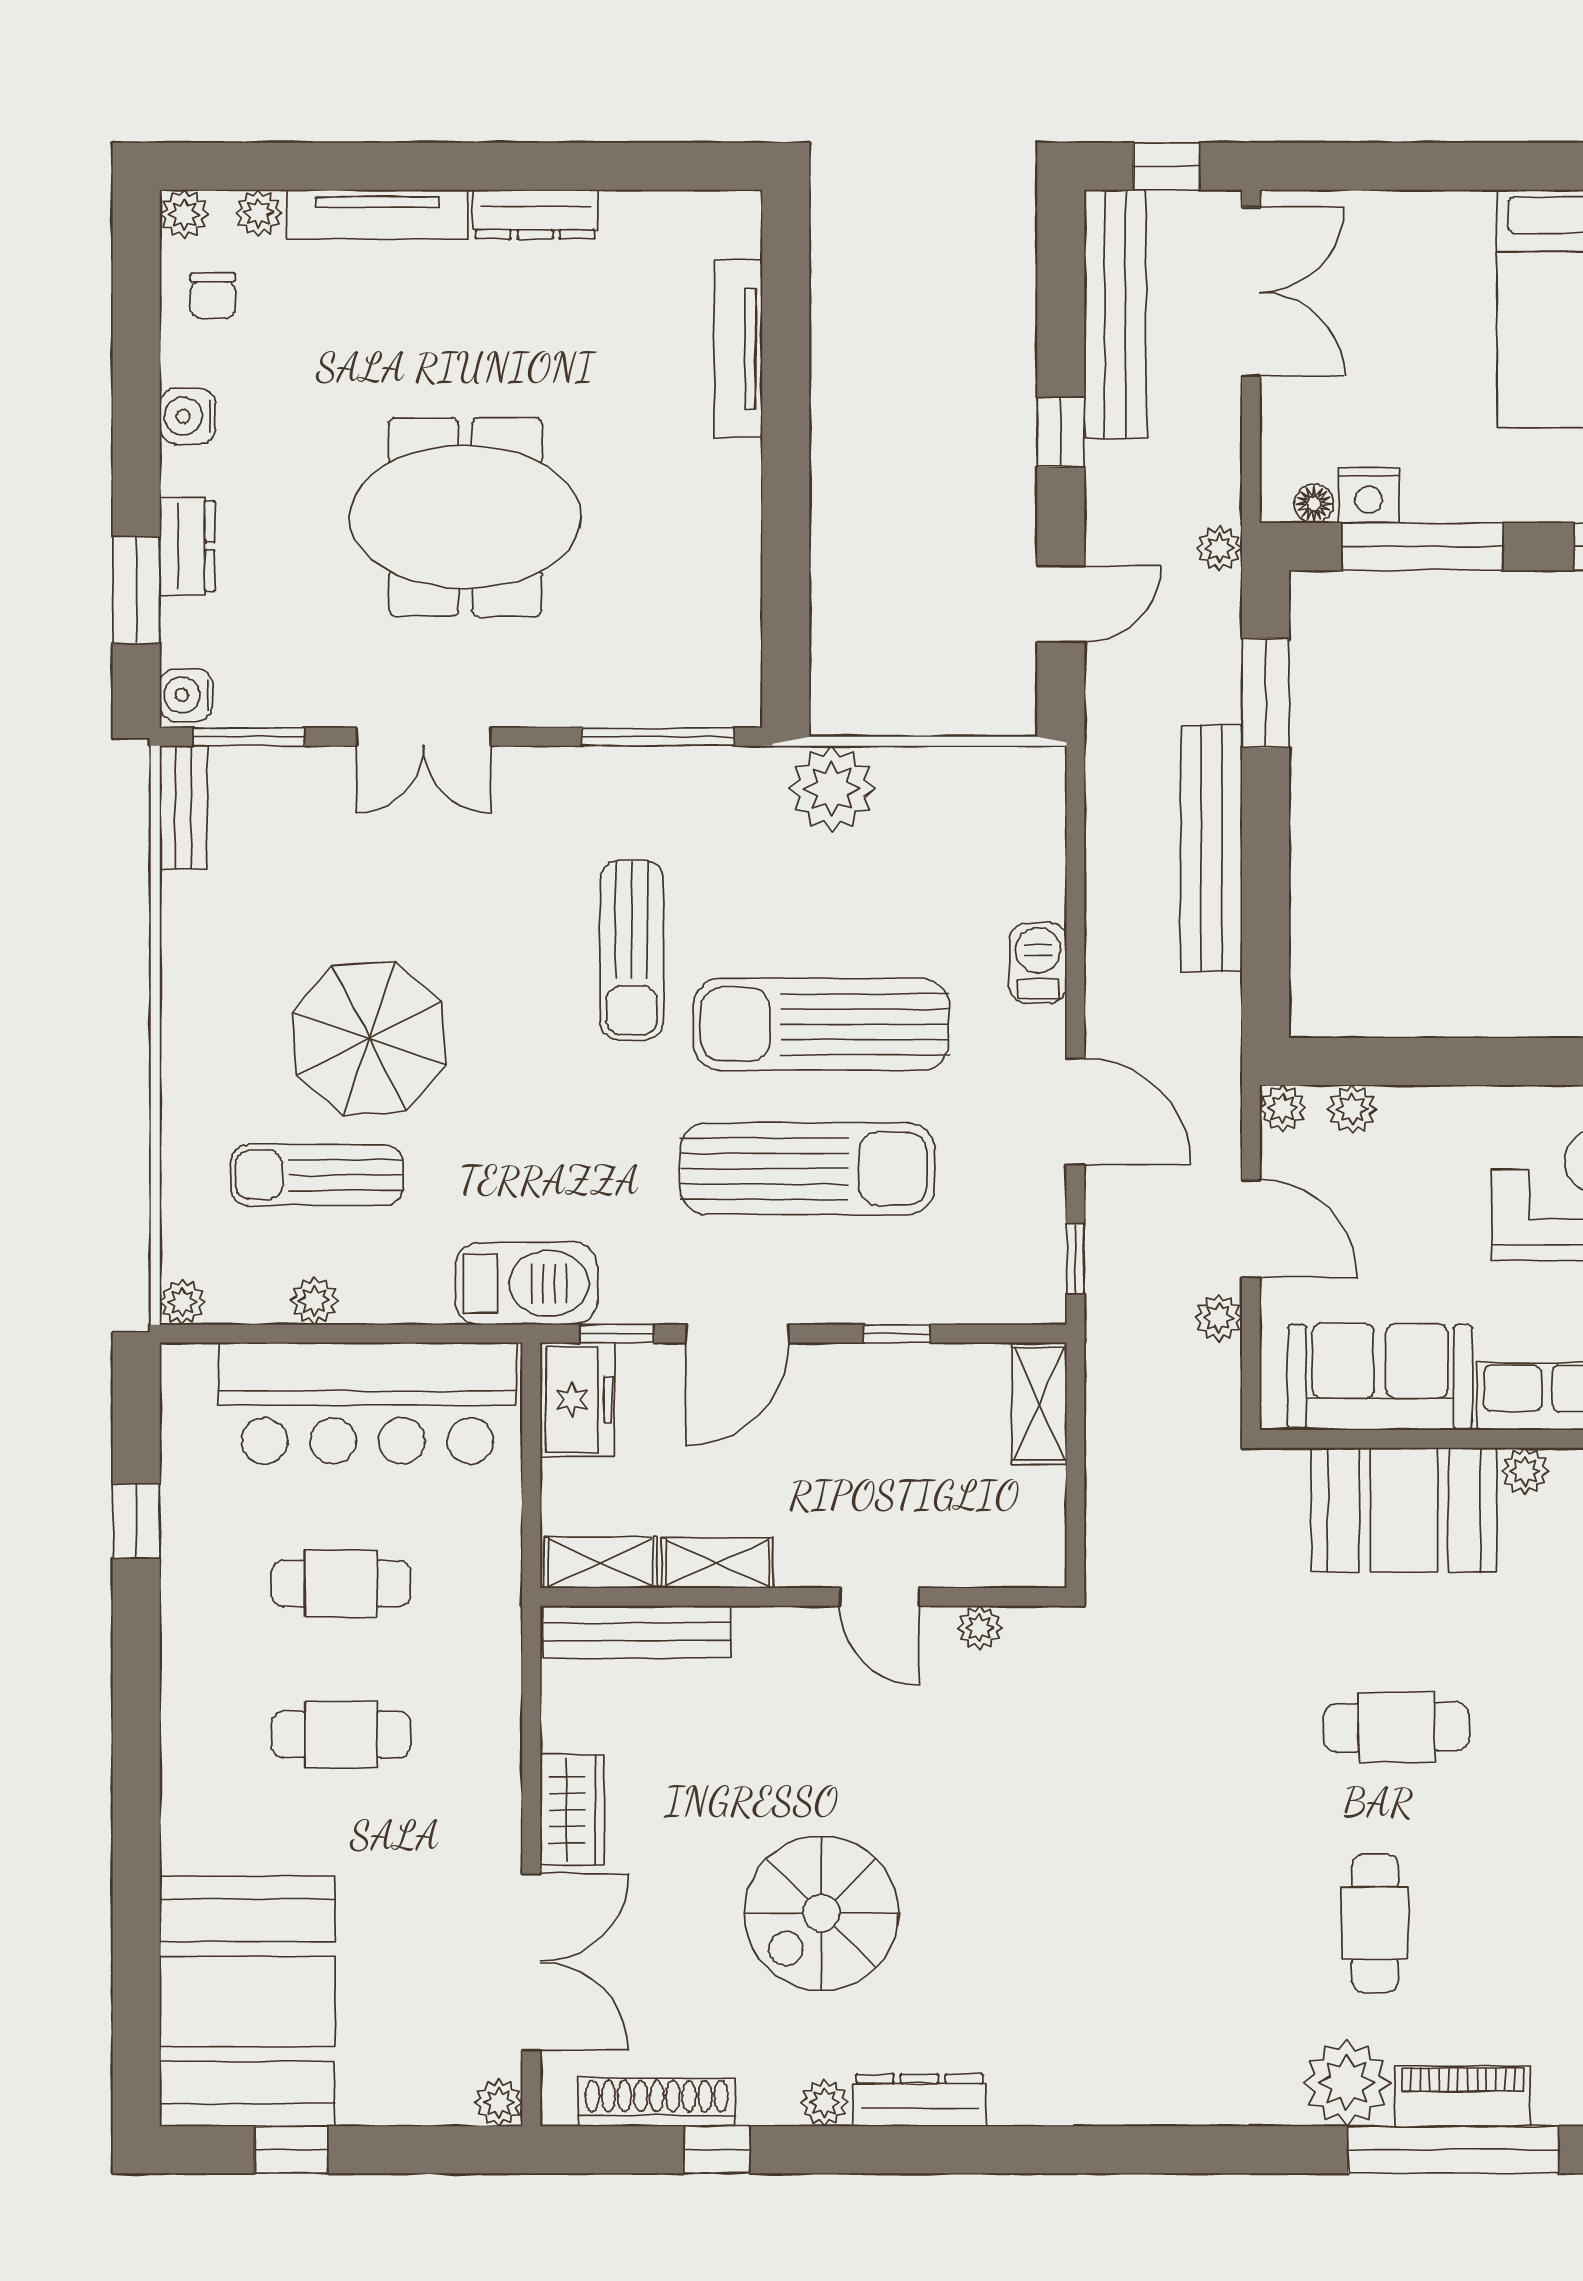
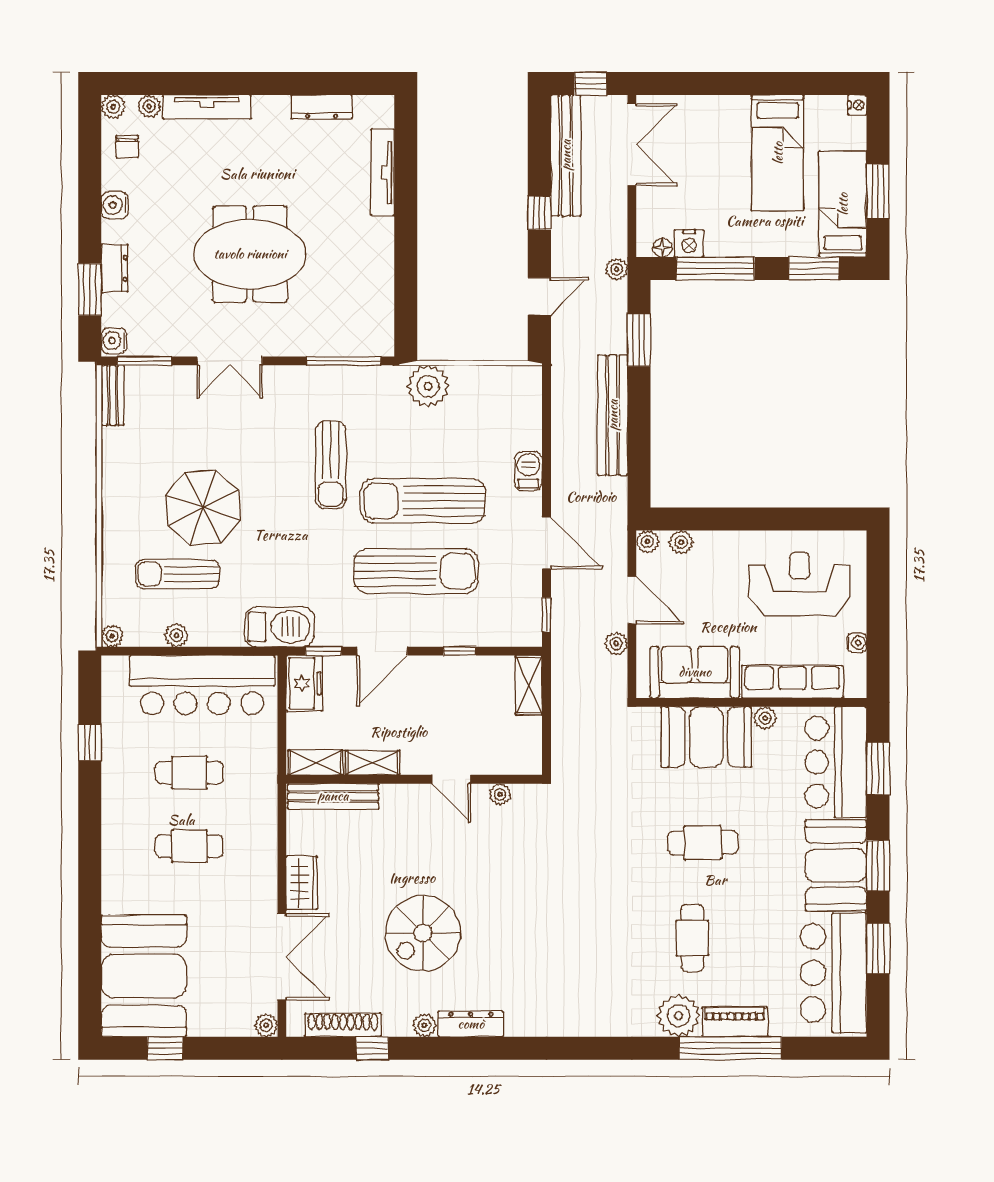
dresser: (535, 214) -> (322, 107), moved

